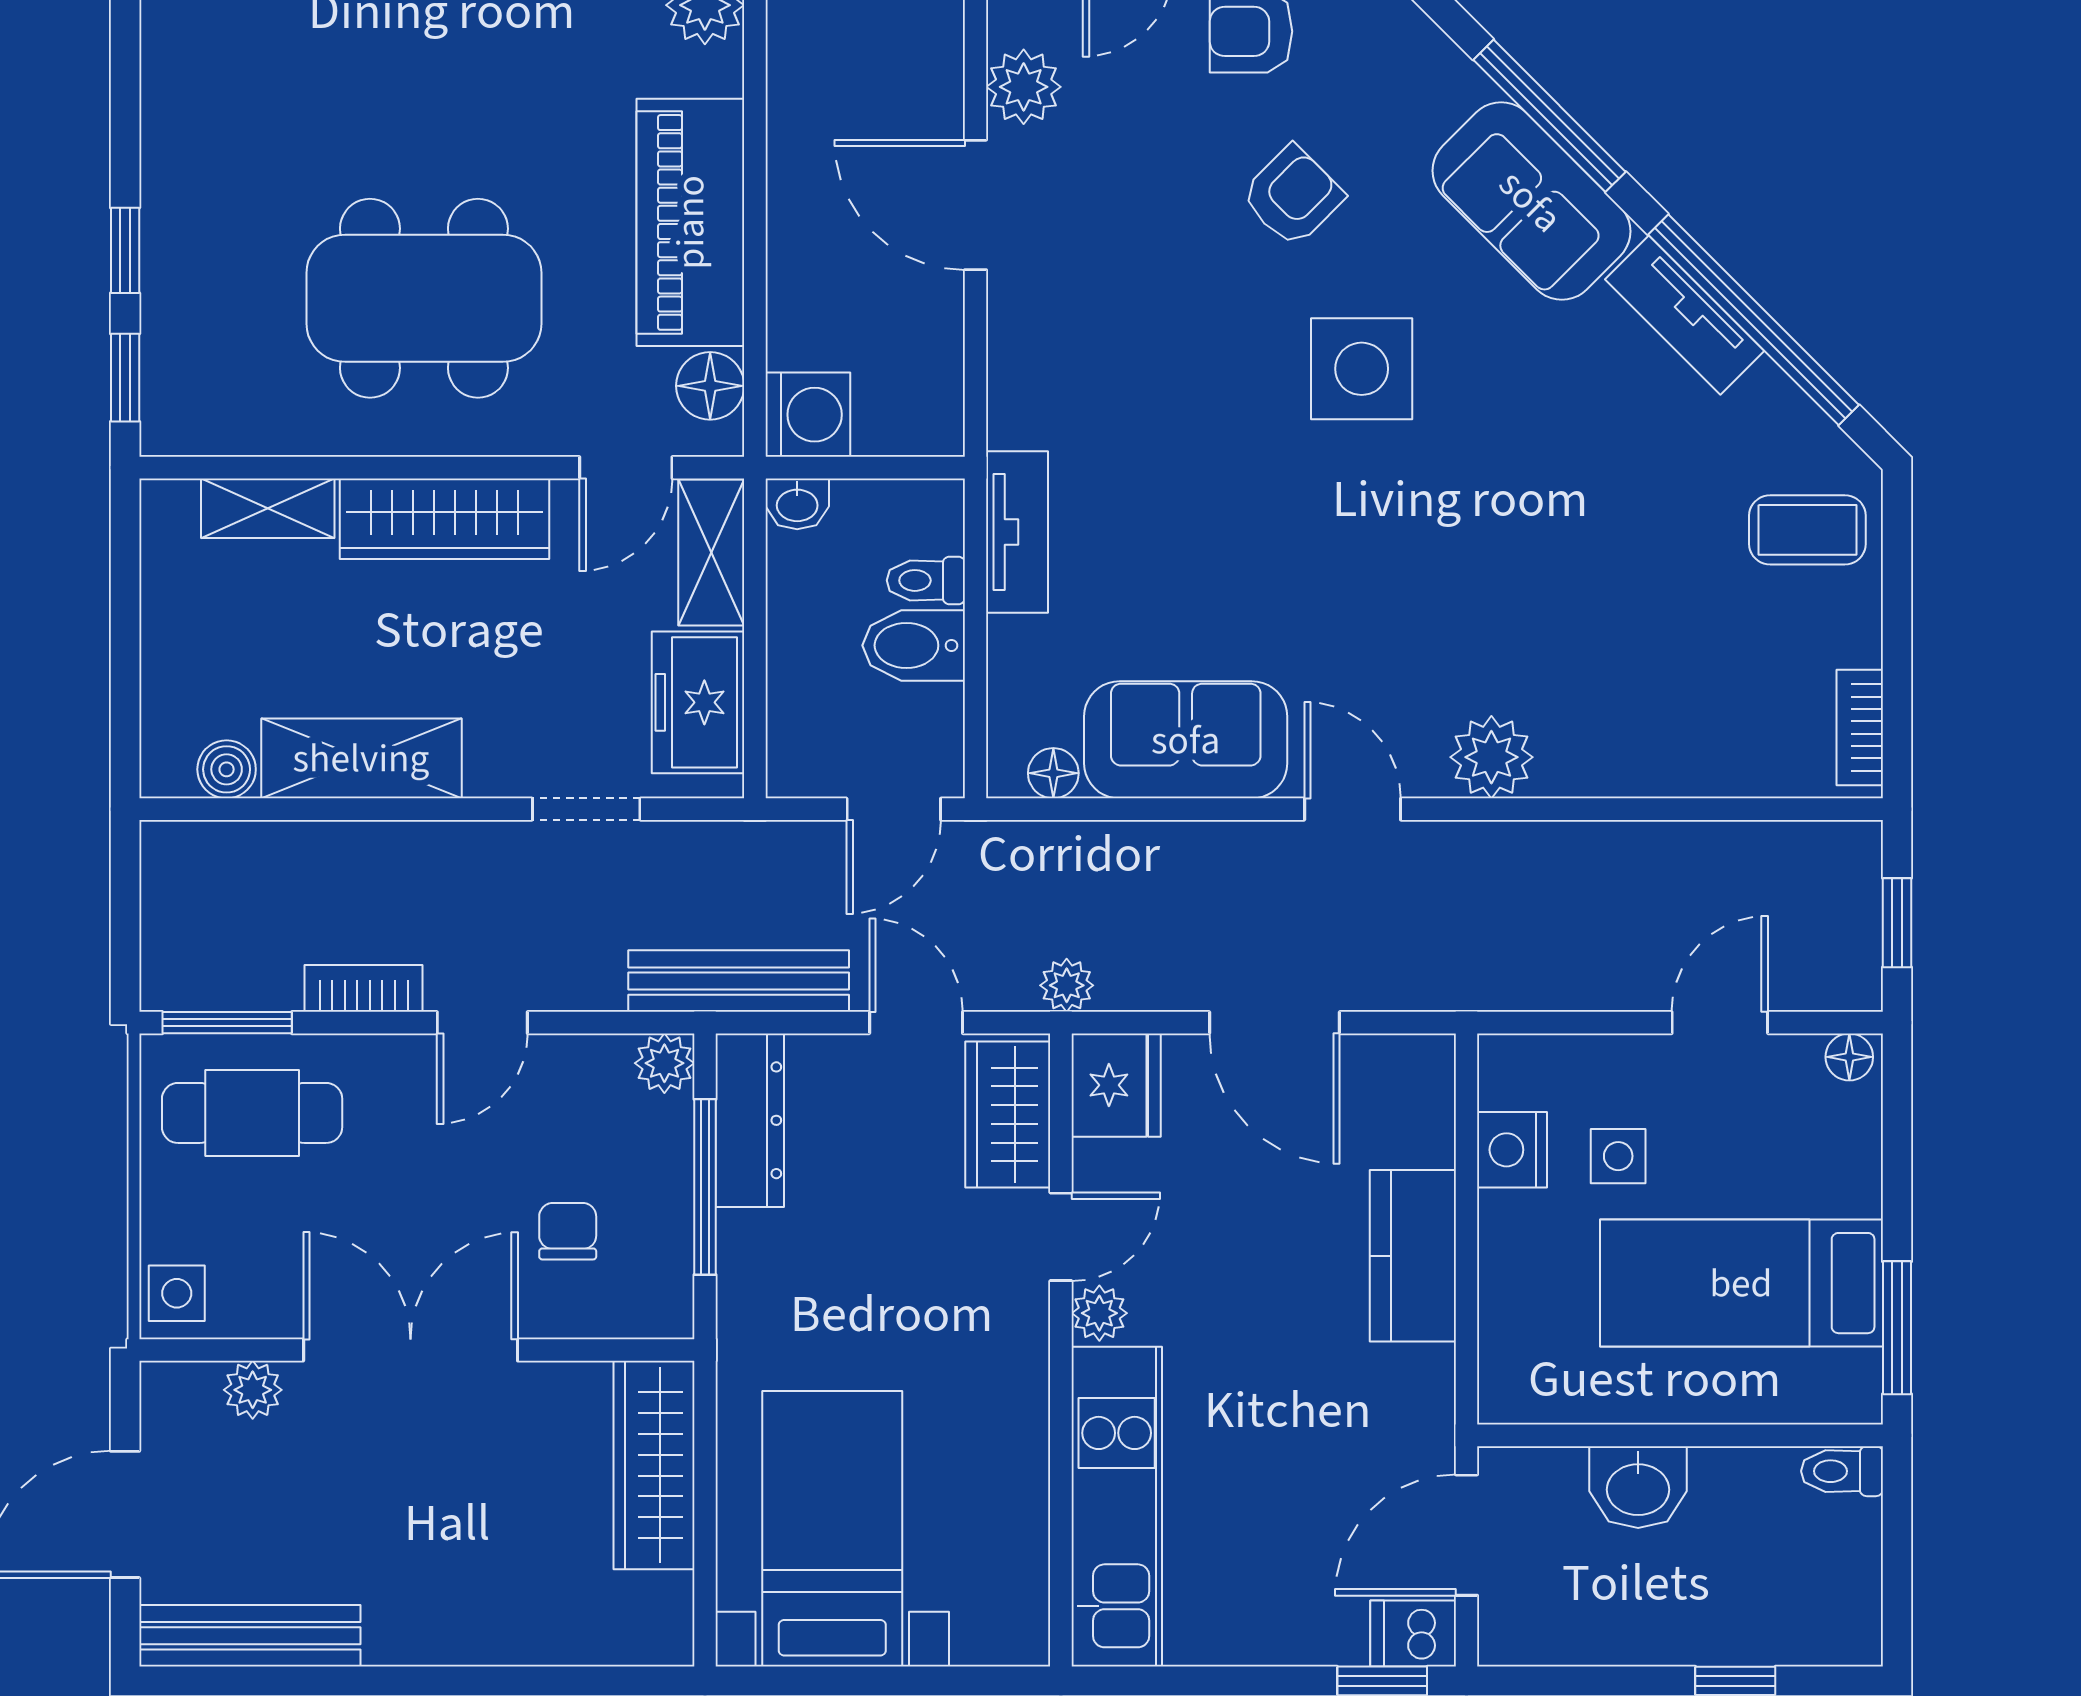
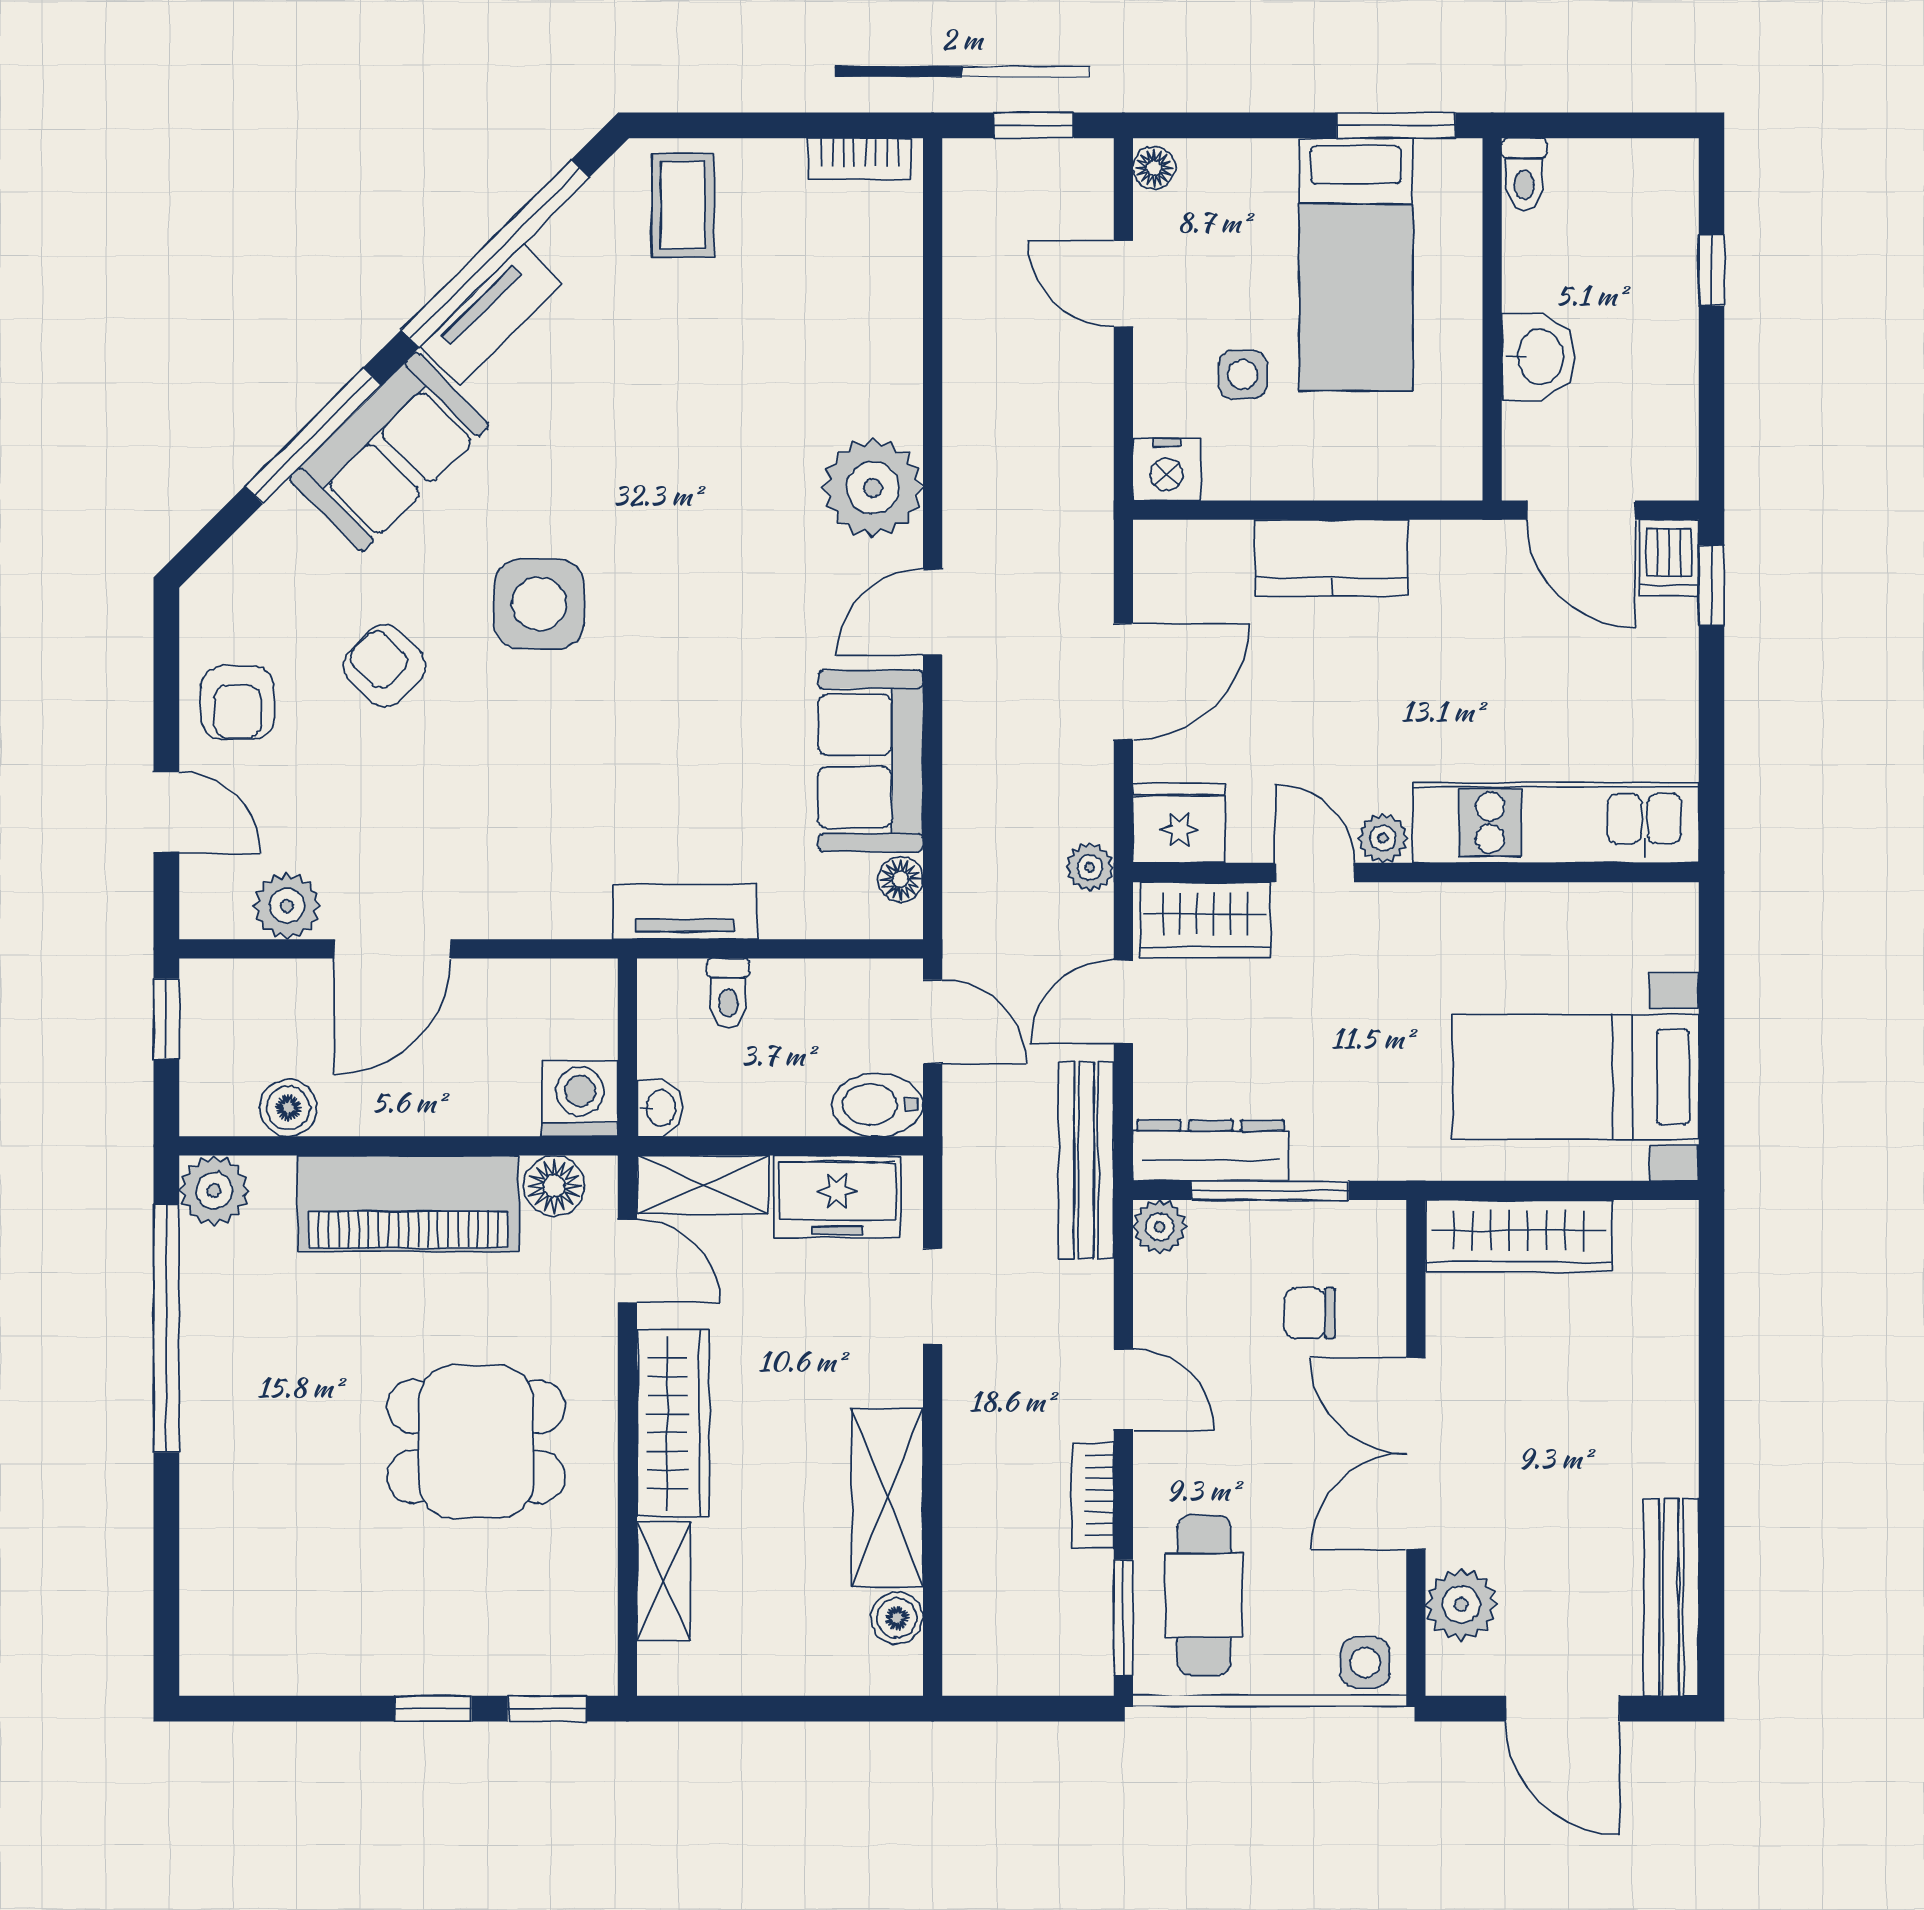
boiler: (798, 88) -> (288, 1108), added
dining table: (424, 298) -> (476, 1442), width x0.73
bidet: (914, 645) -> (877, 1105), moved, turned 90
plant: (1491, 757) -> (873, 488), width x1.36, depth x1.36
nightstand: (1512, 1150) -> (1167, 469), moved
plant: (253, 1390) -> (1461, 1604), width x1.38, depth x1.38

